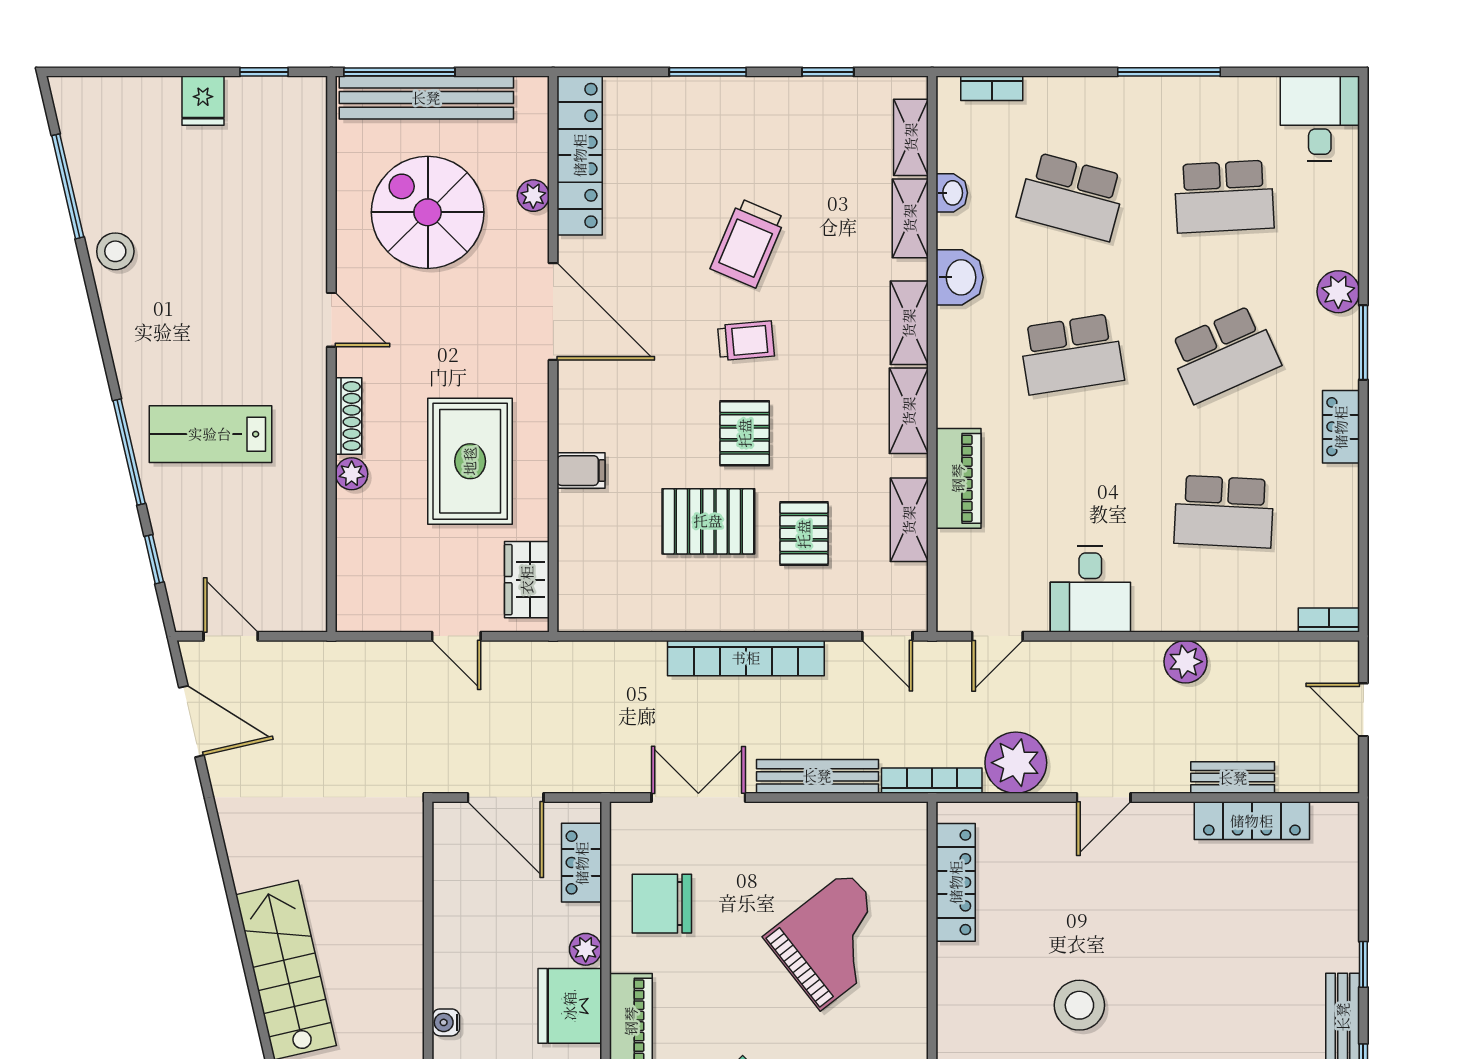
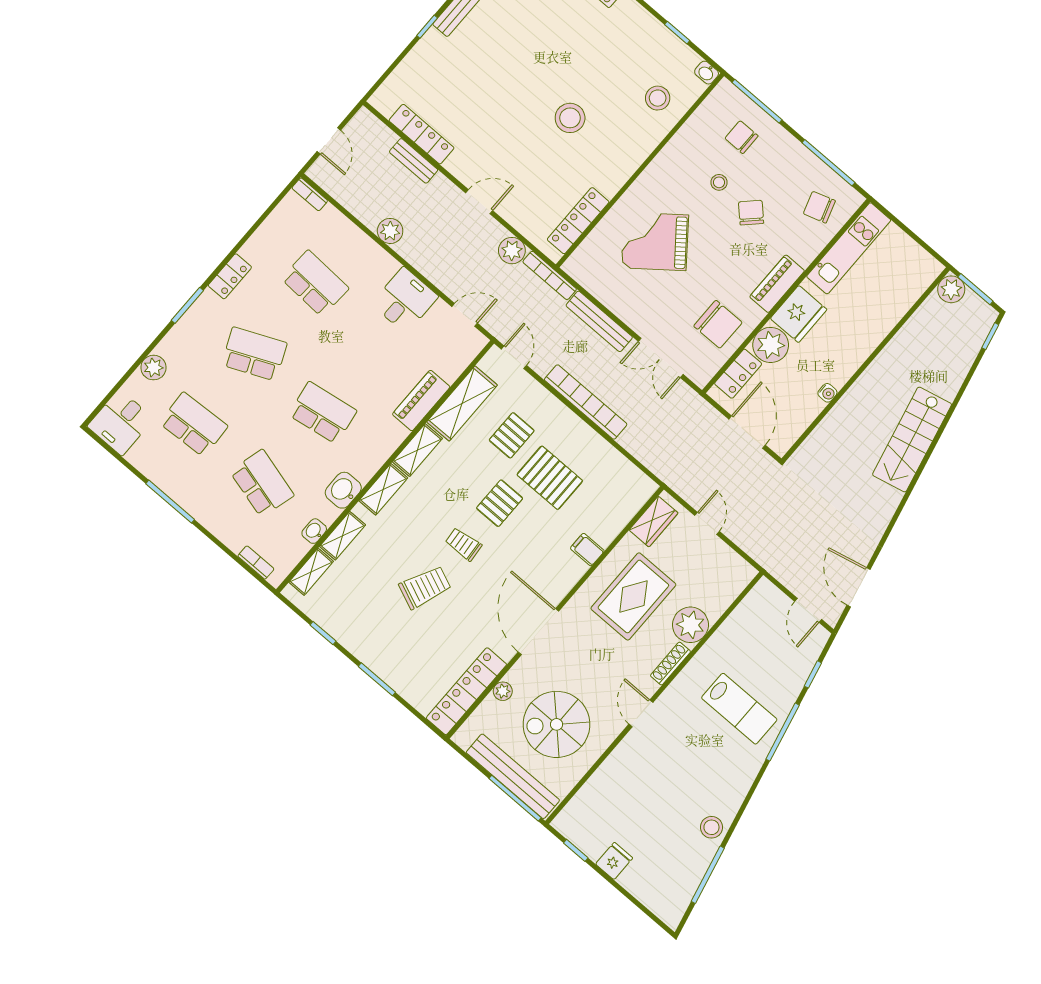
spiral stairs: (428, 212) -> (557, 724), turned 90
plant: (1338, 292) -> (153, 368), moved
plant: (352, 474) -> (690, 625), width x1.88, depth x1.88
shelving: (909, 520) -> (462, 403), width x1.50, depth x1.33
plant: (1016, 763) -> (512, 251), width x0.73, depth x0.73
plant: (586, 949) -> (771, 345), width x1.87, depth x1.87
water cooler: (446, 1022) -> (827, 393), moved

